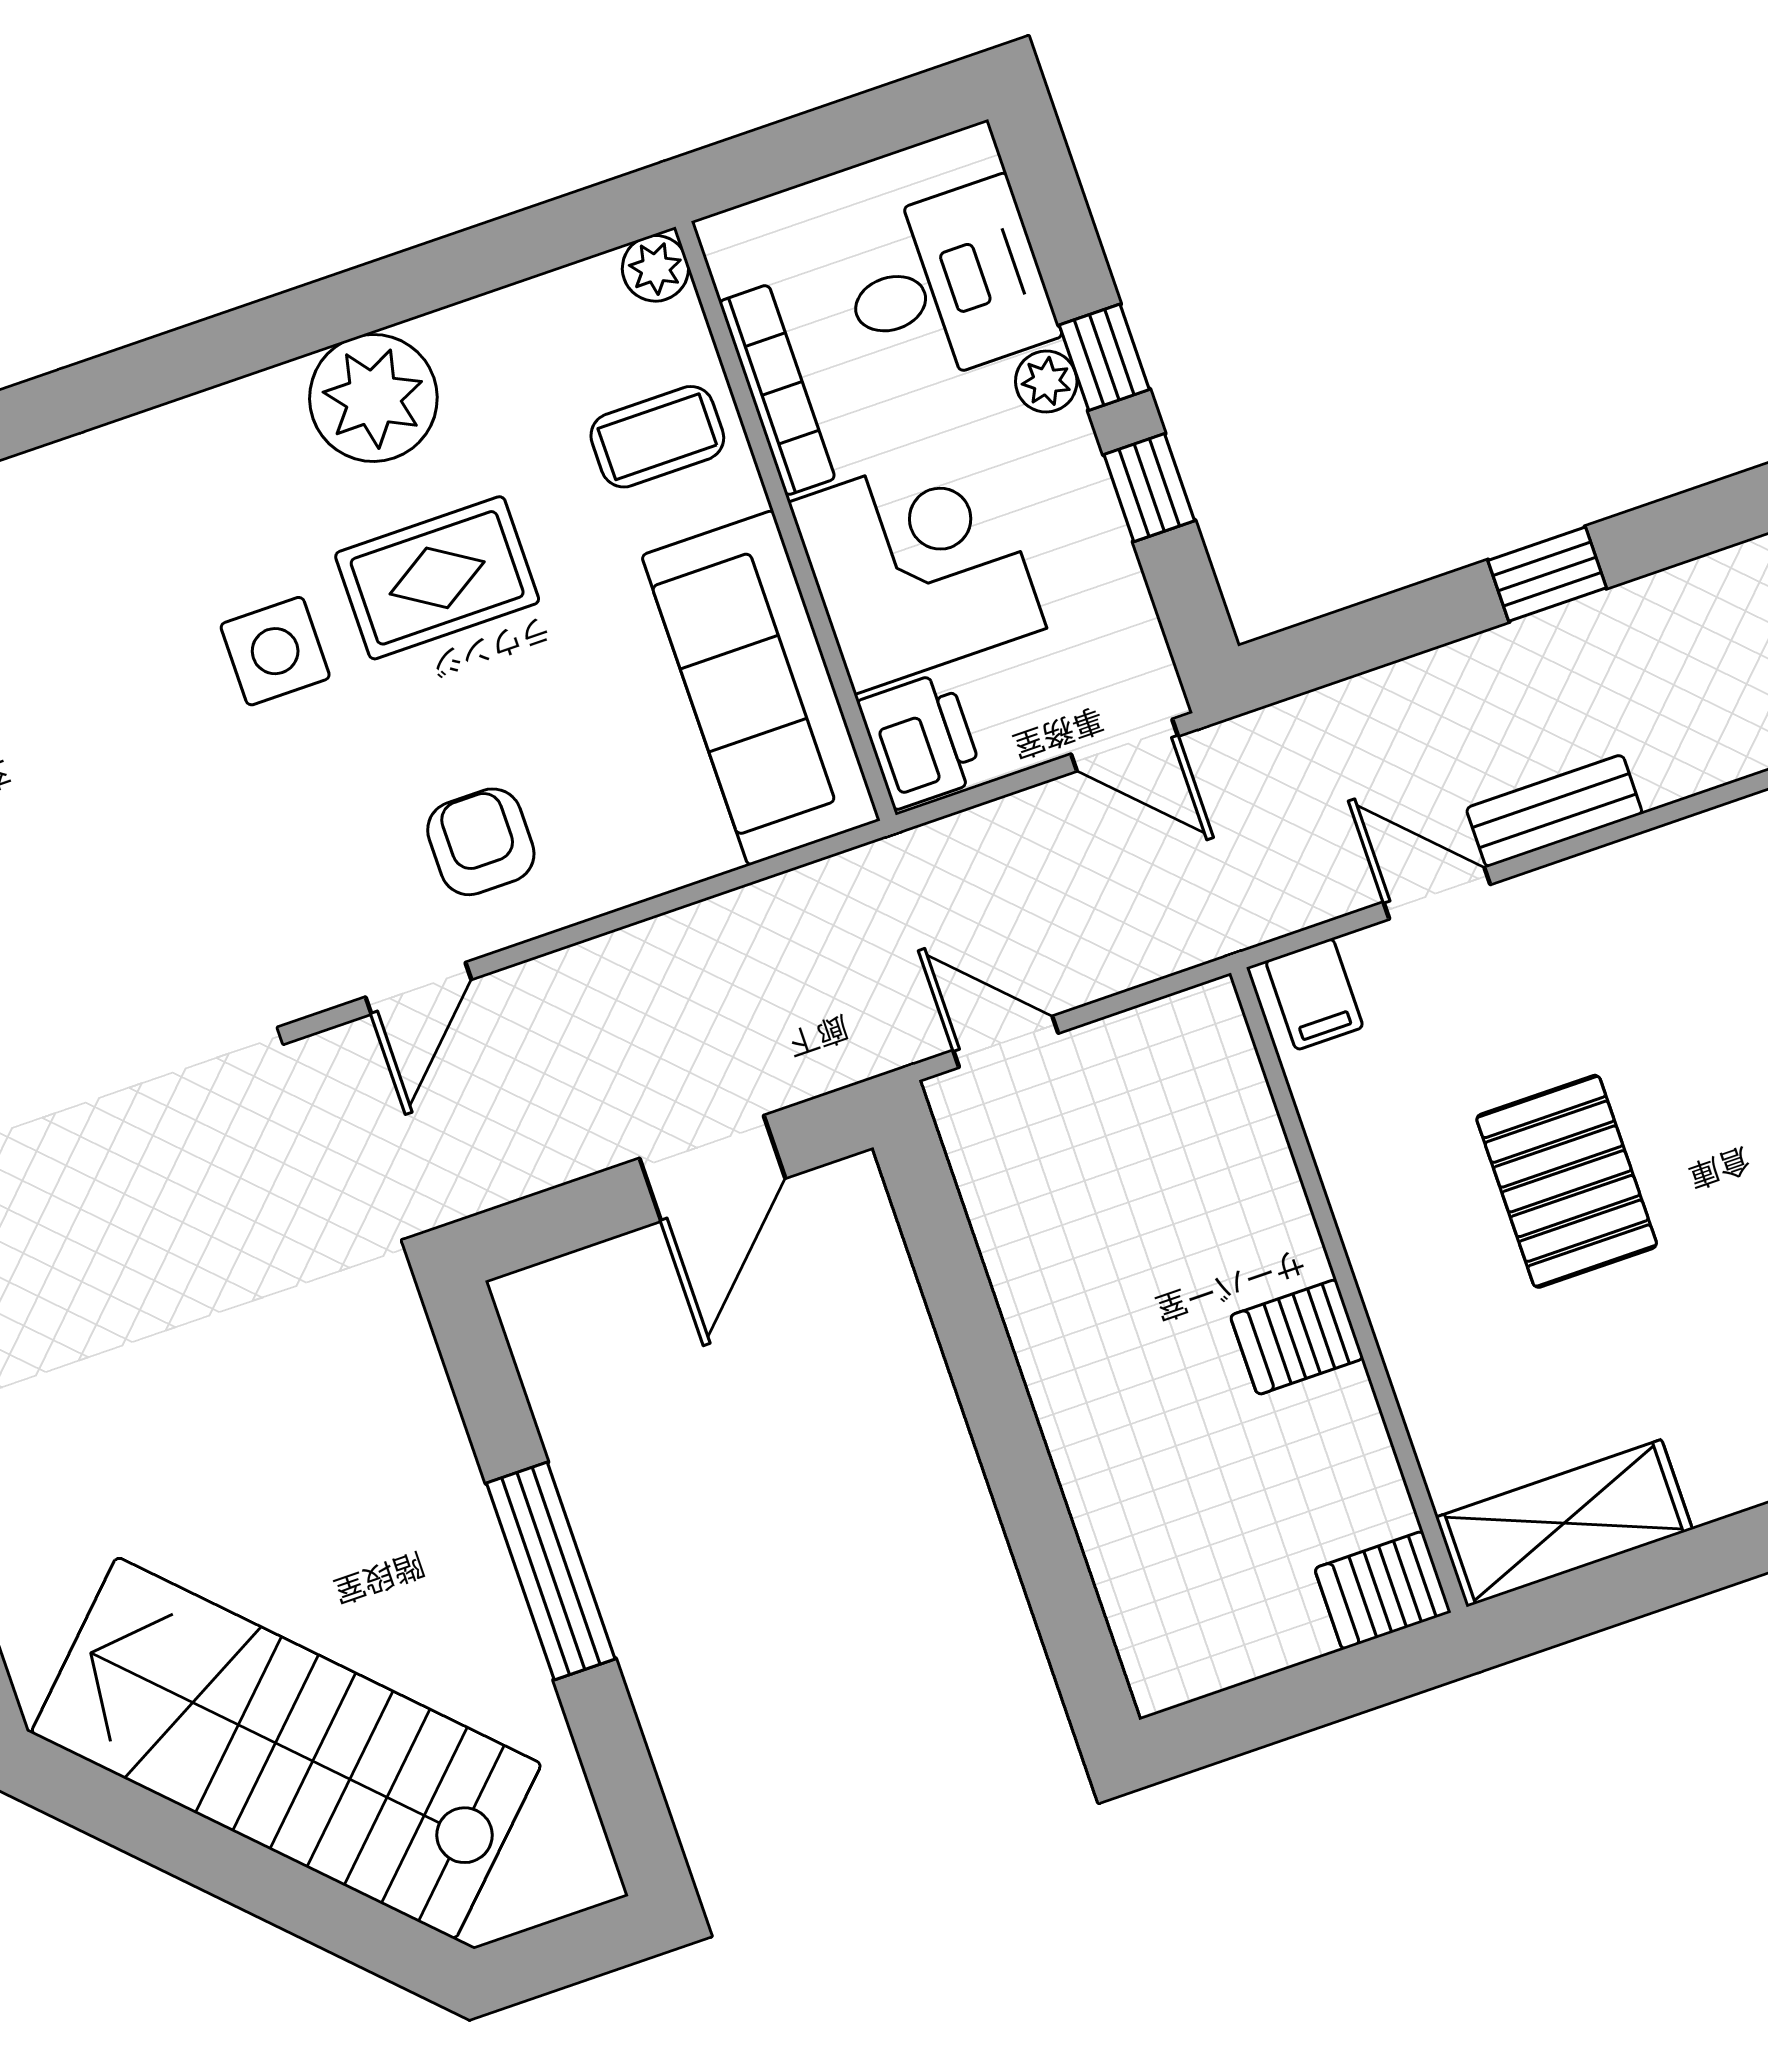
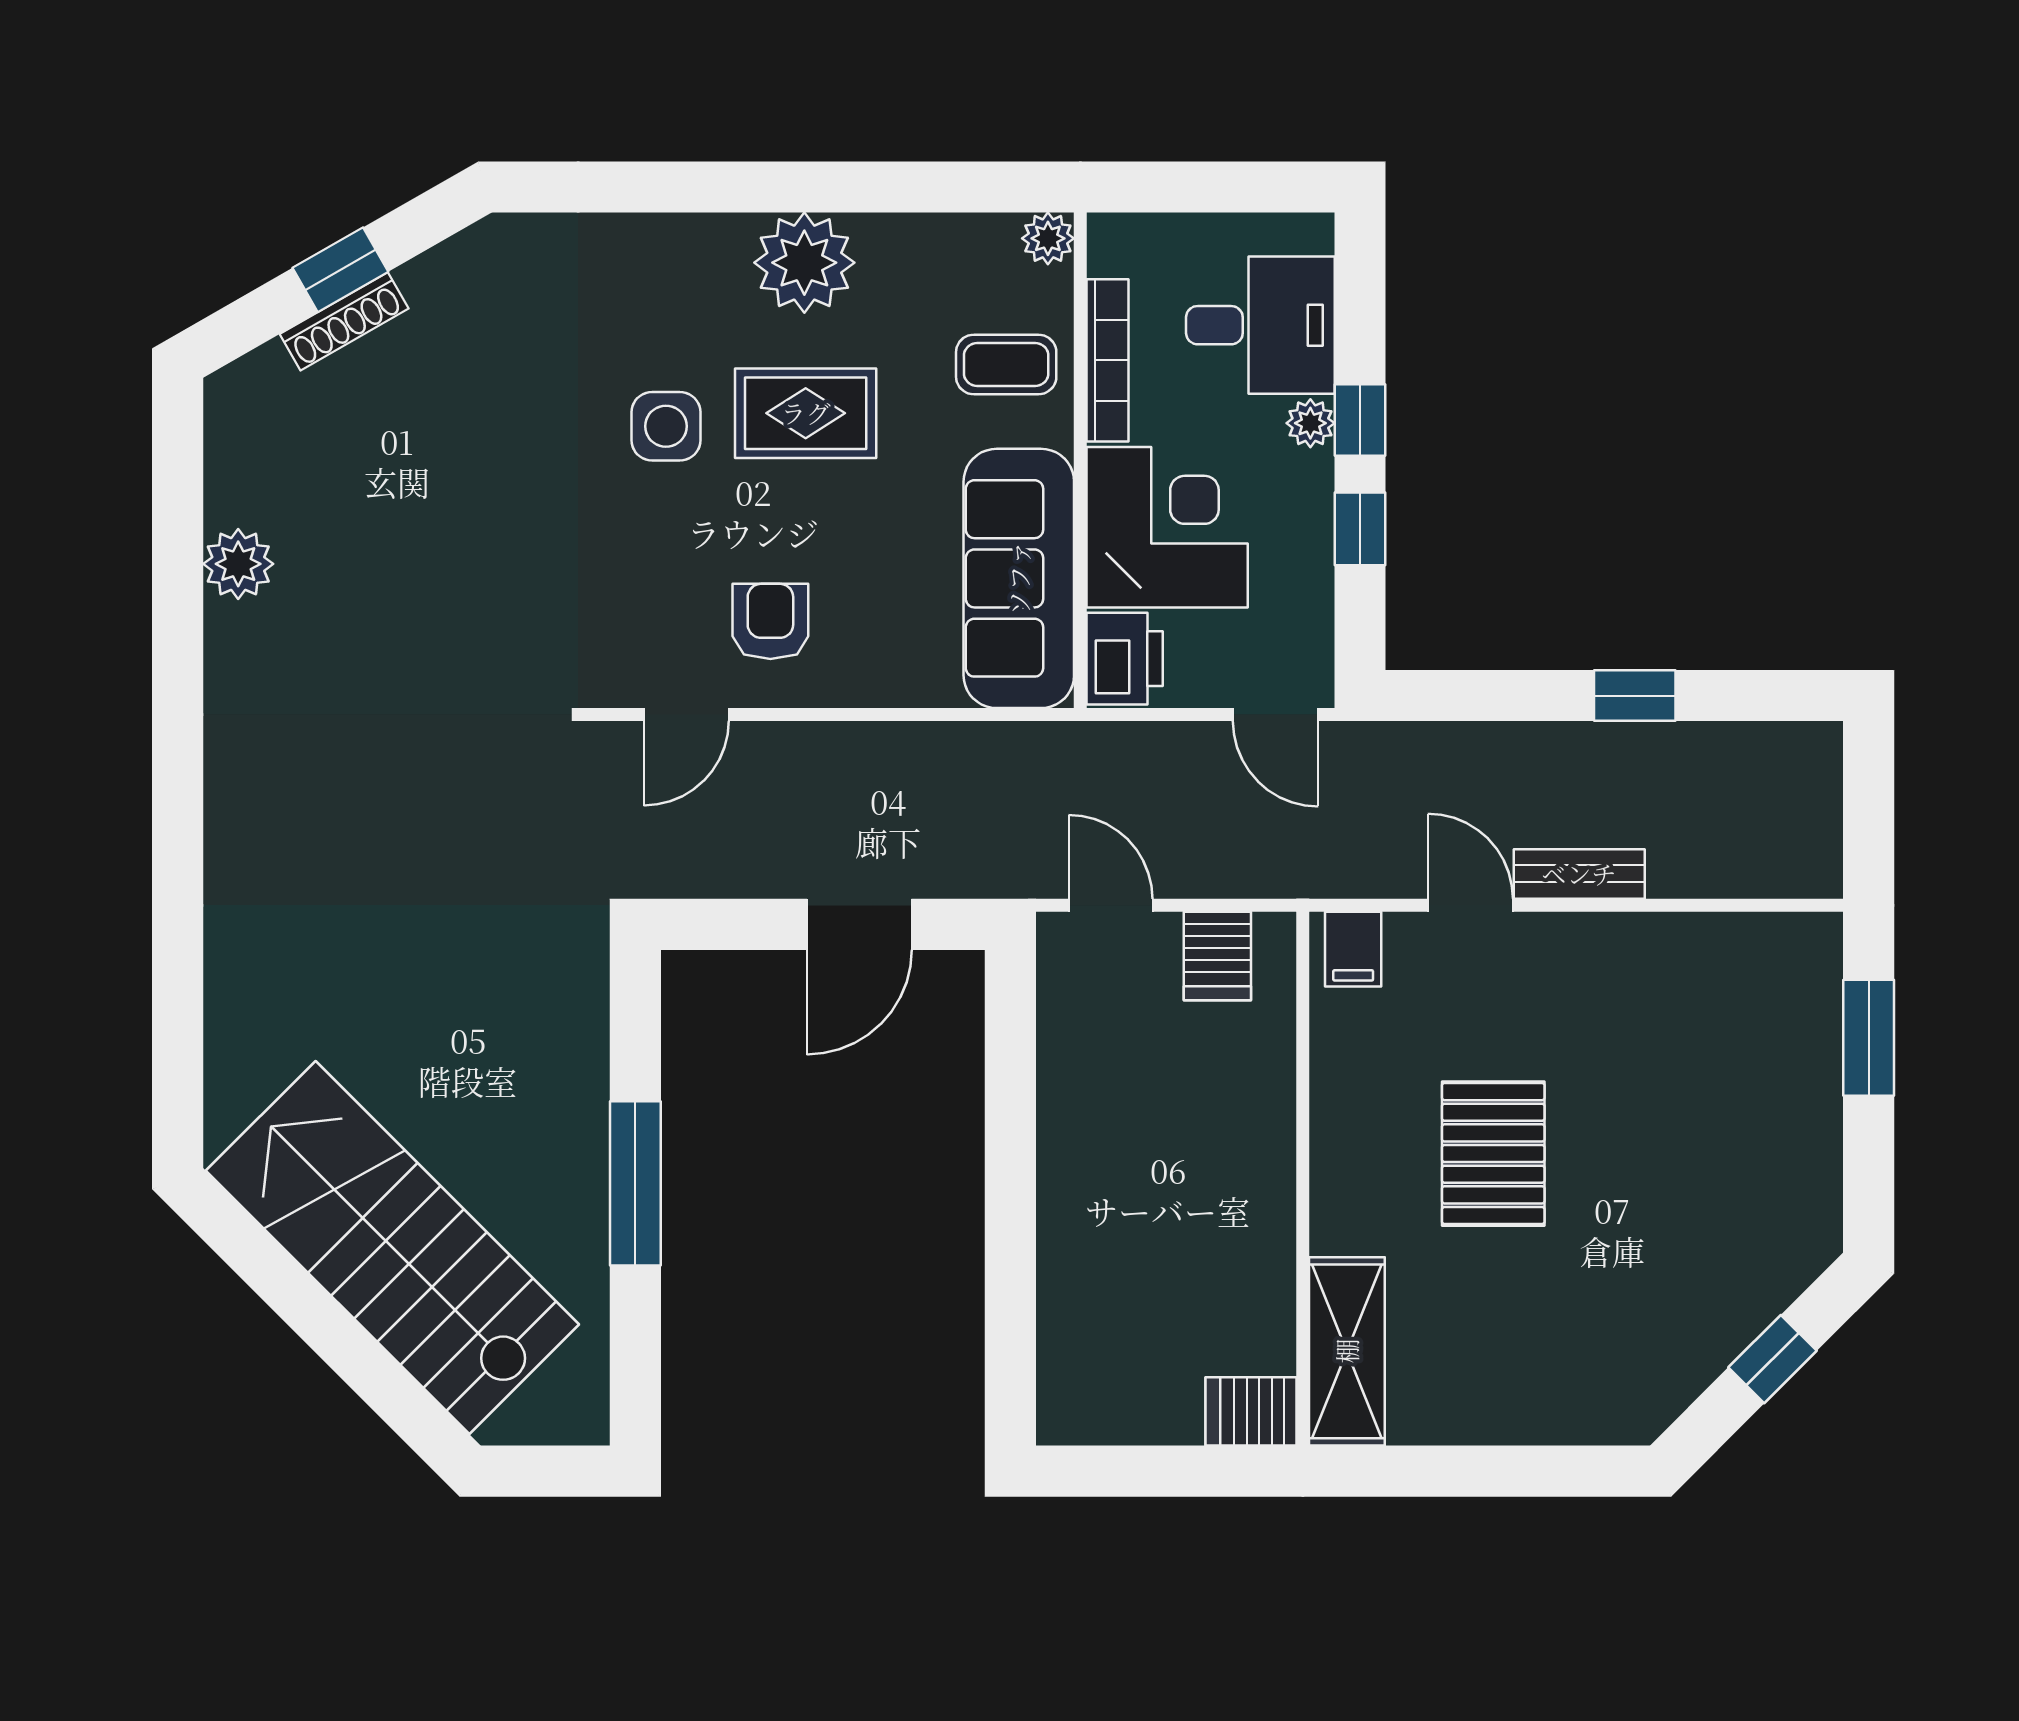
server rack: (1297, 1337) -> (1217, 956), moved, turned -90
shelving: (1564, 1523) -> (1347, 1351), moved, turned 90

